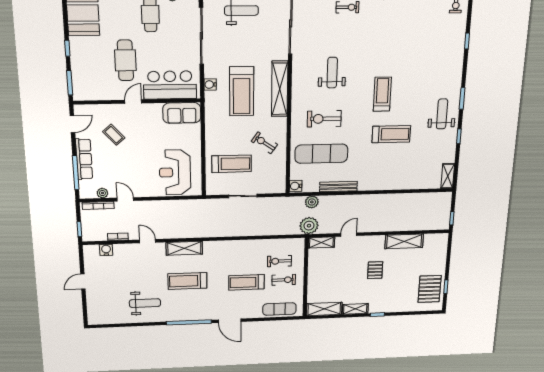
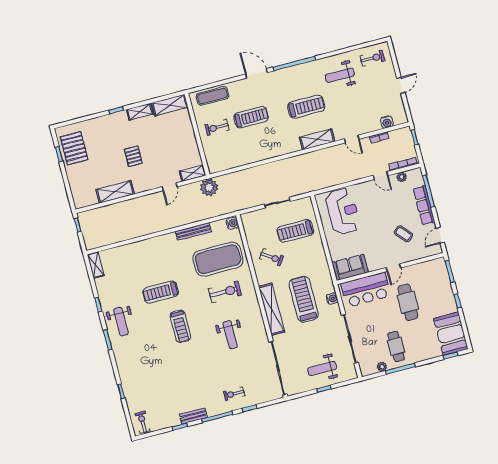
exercise mat: (321, 154) -> (218, 259), width x1.47
plant: (312, 202) -> (213, 211), removed
exercise bike: (279, 261) -> (372, 58), moved

